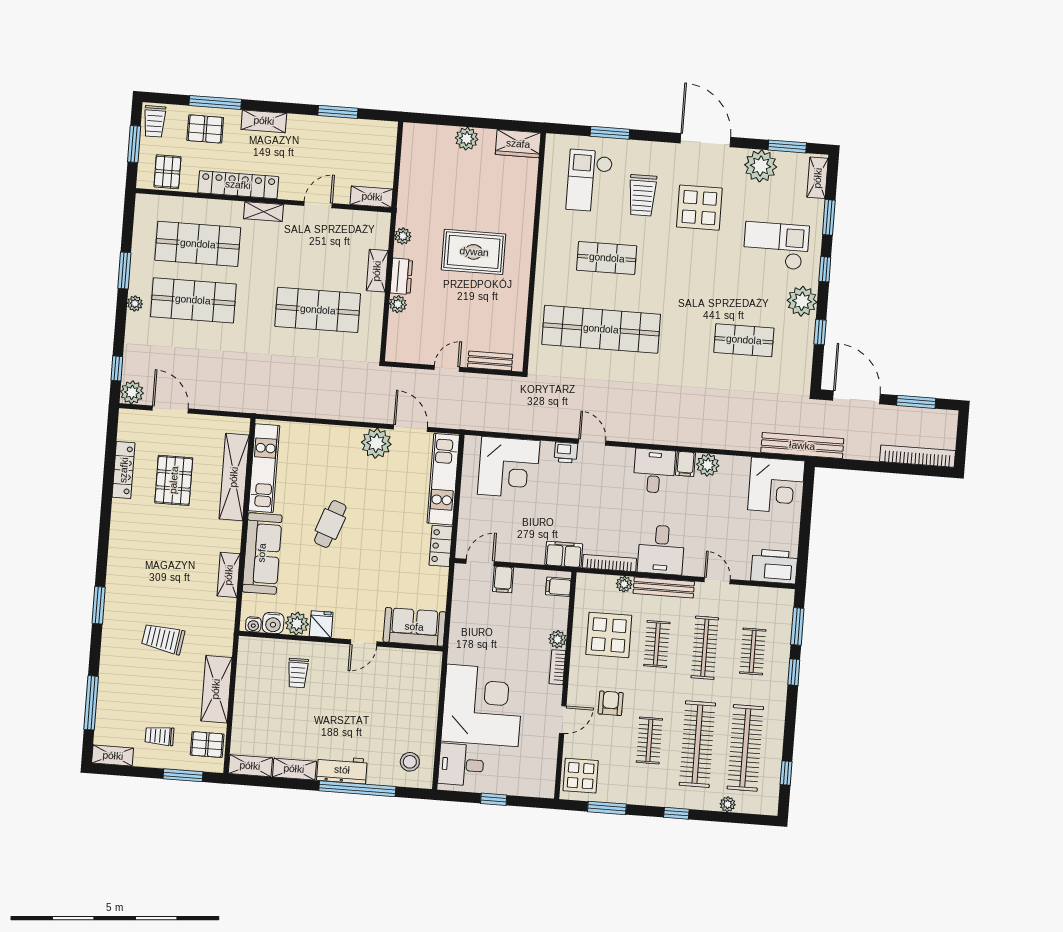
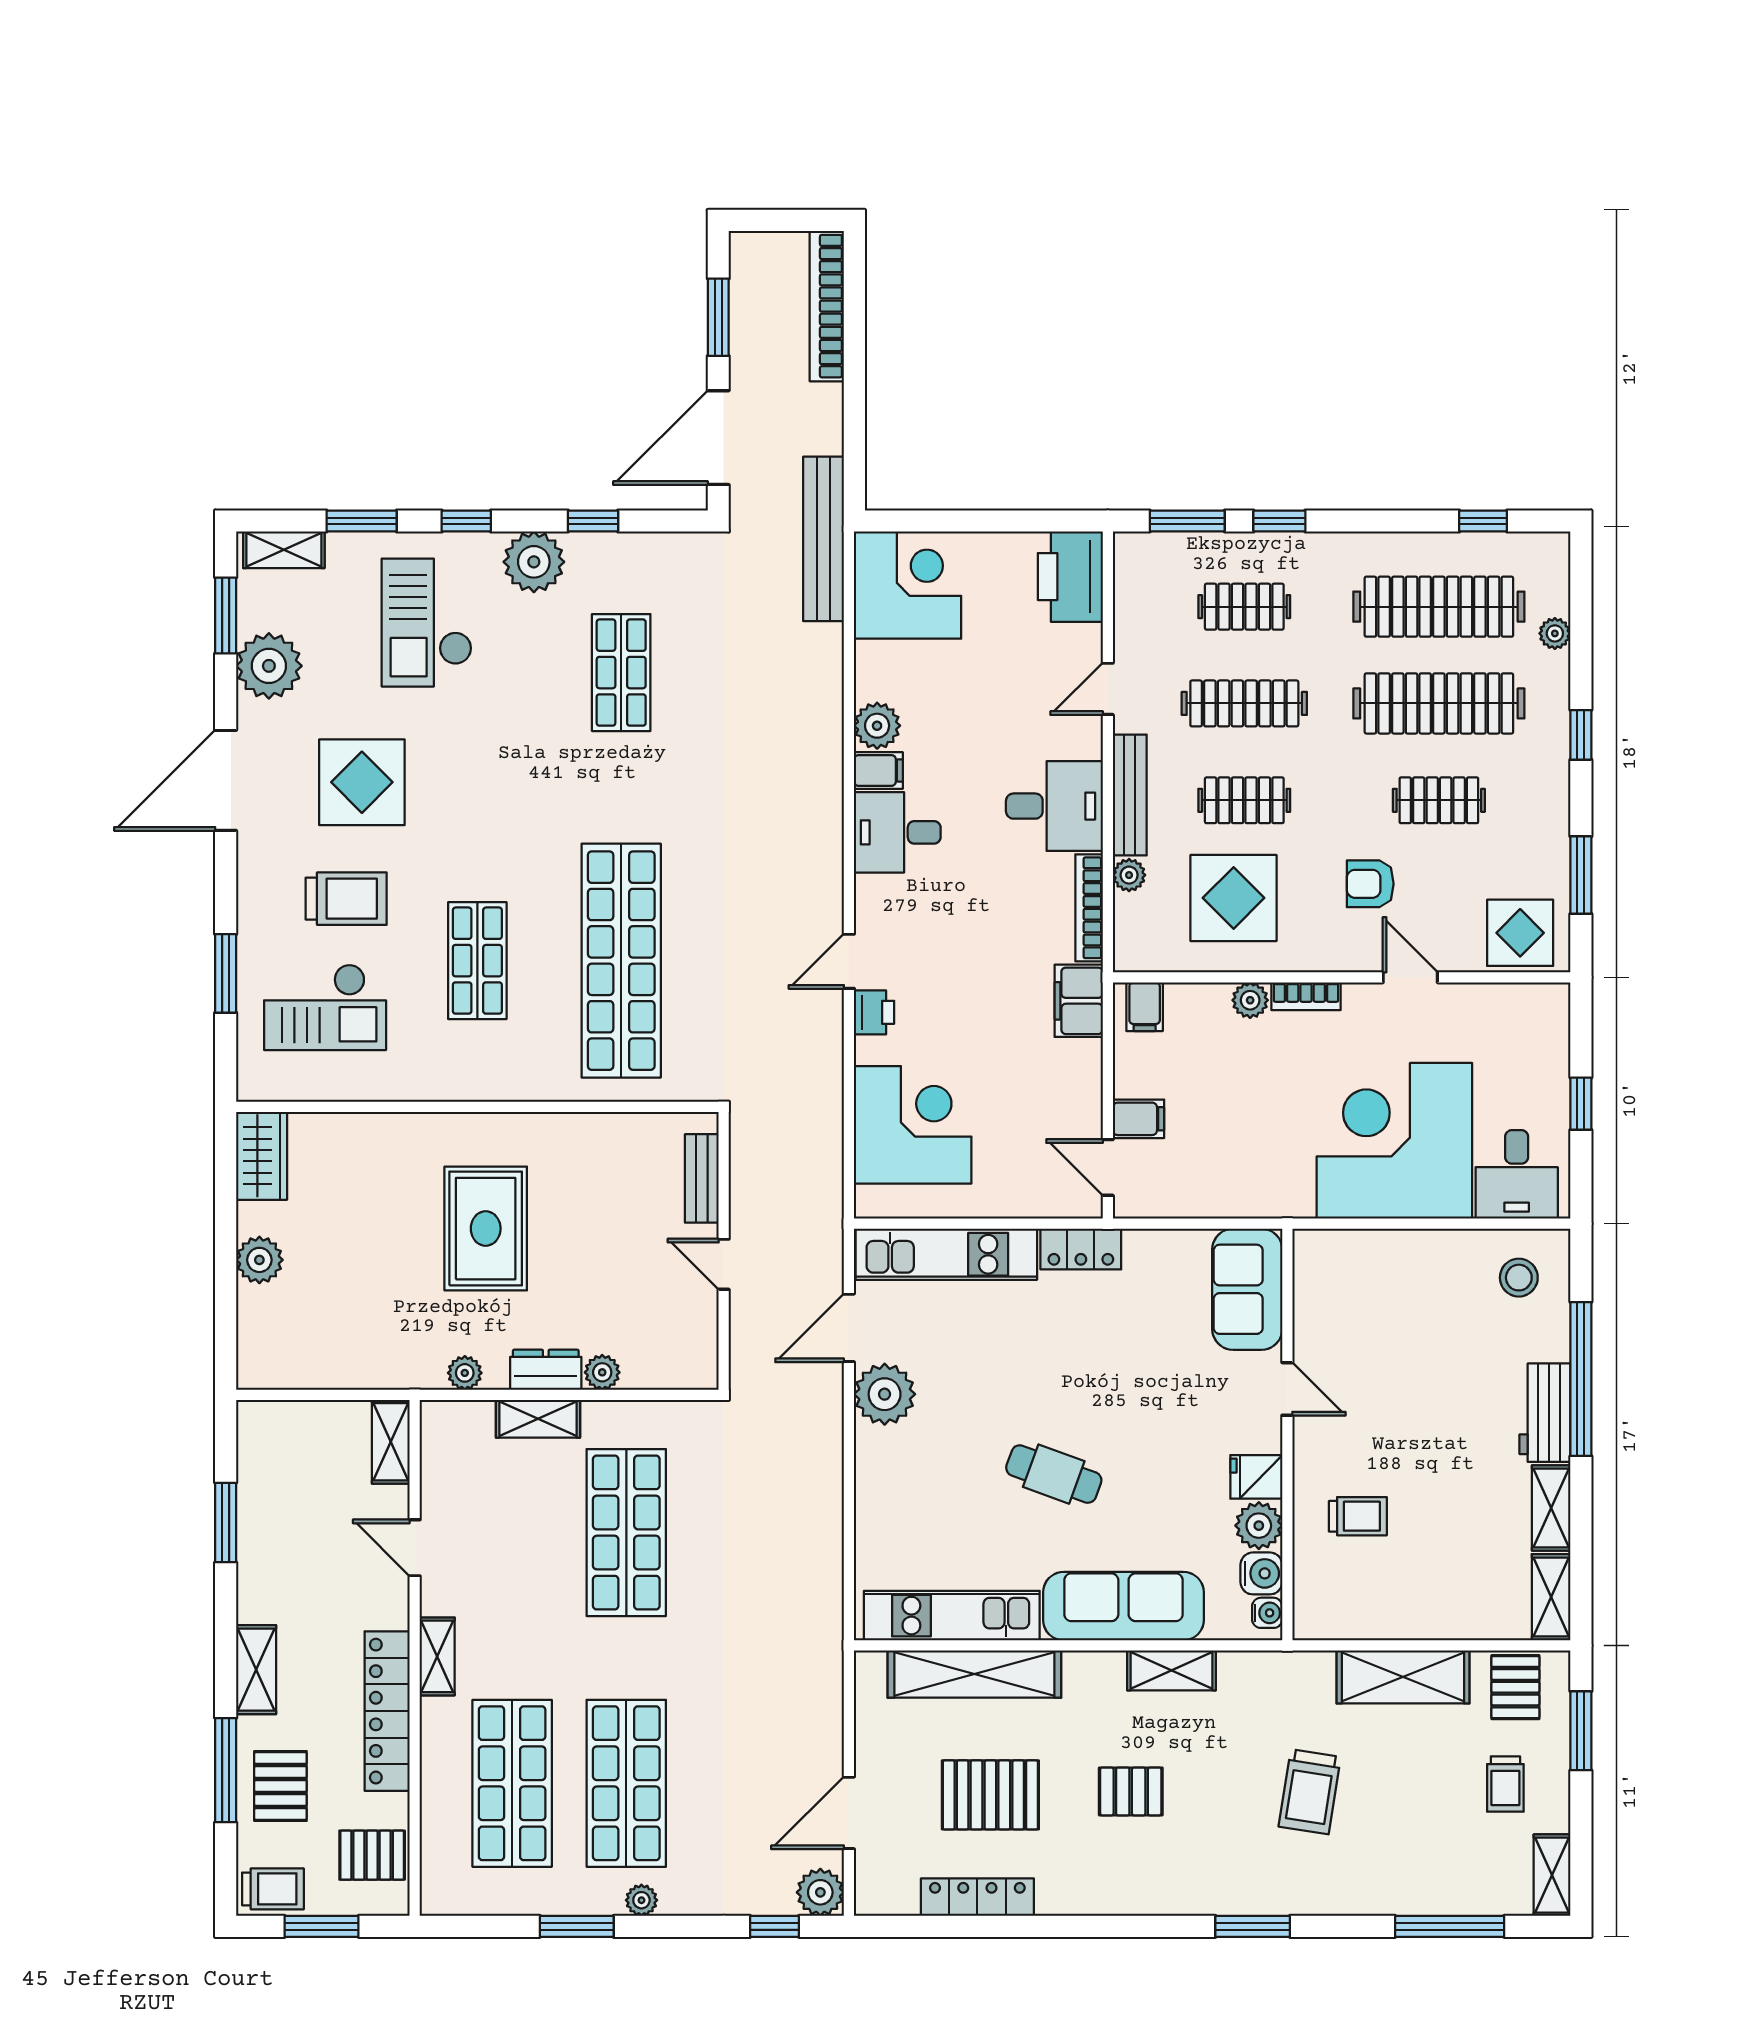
pallet: (170, 550) -> (1131, 1791), added

